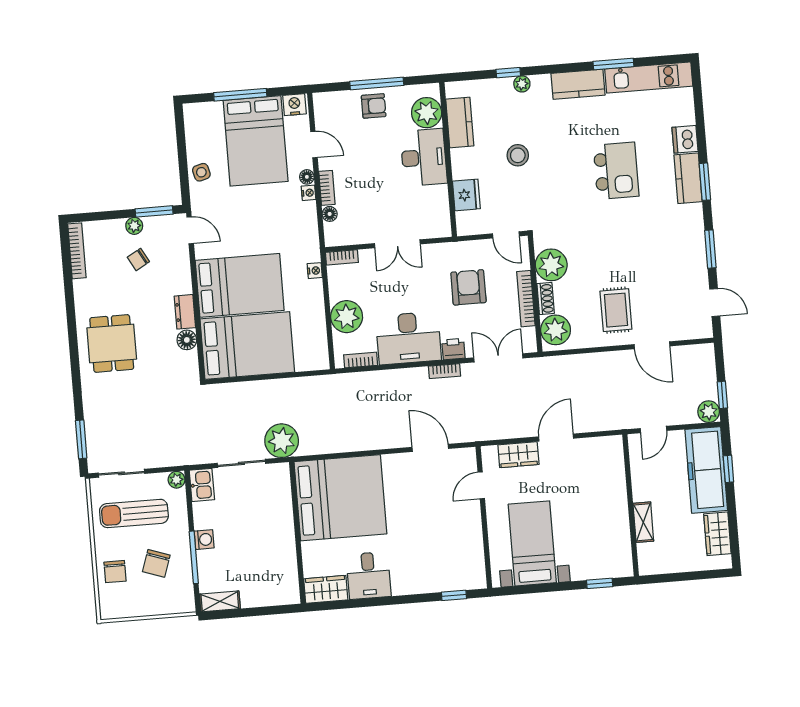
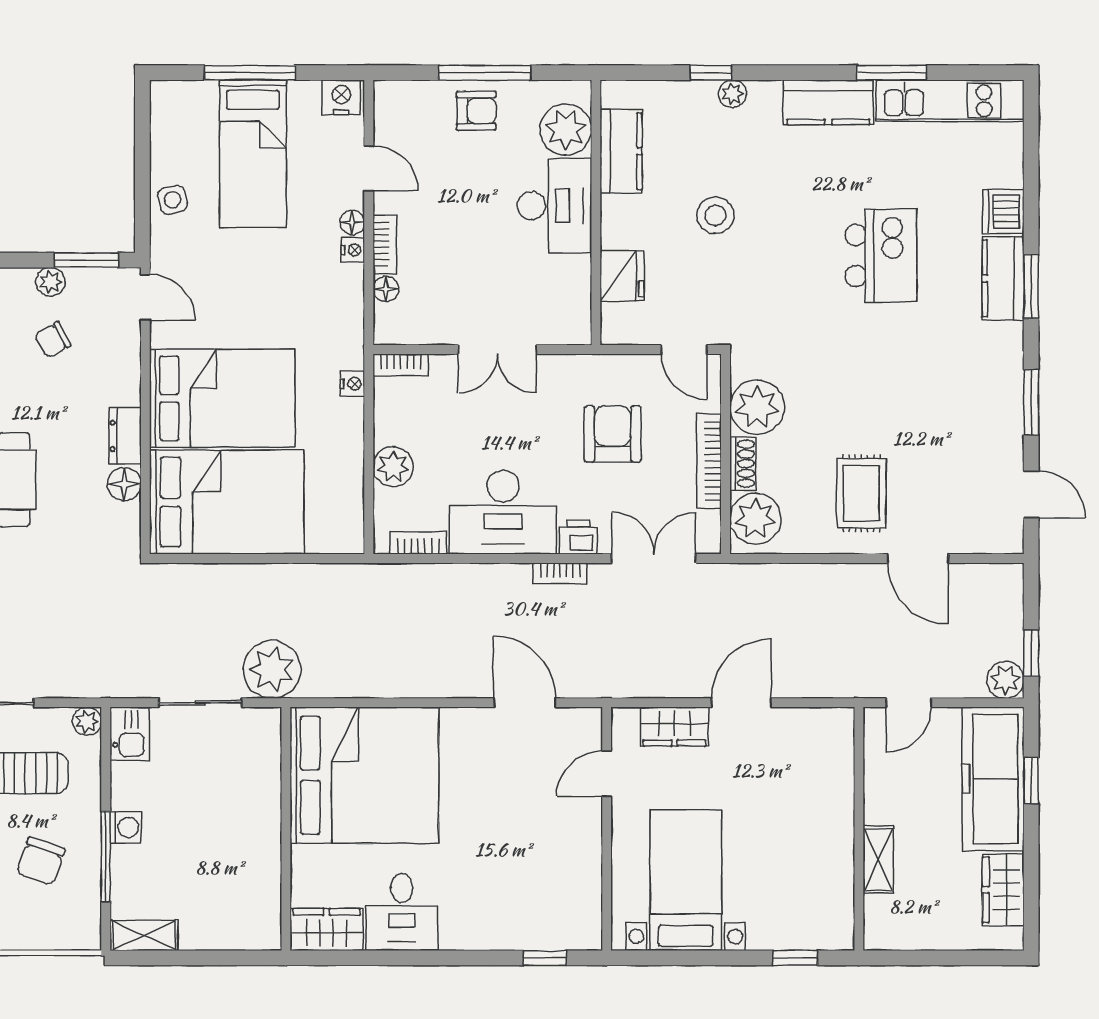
bed: (256, 141) -> (253, 154), width x0.67
plant: (347, 317) -> (393, 467), width x0.73, depth x0.73

